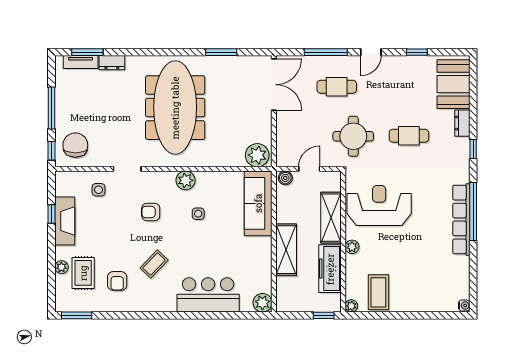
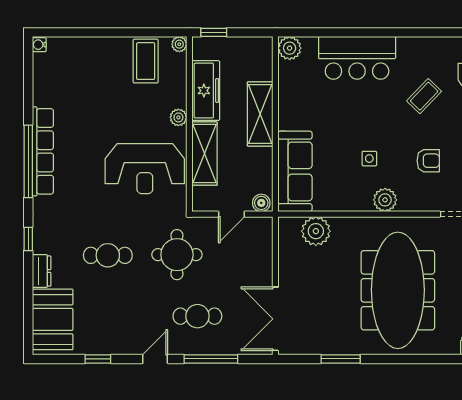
plant: (257, 155) -> (316, 231), moved

